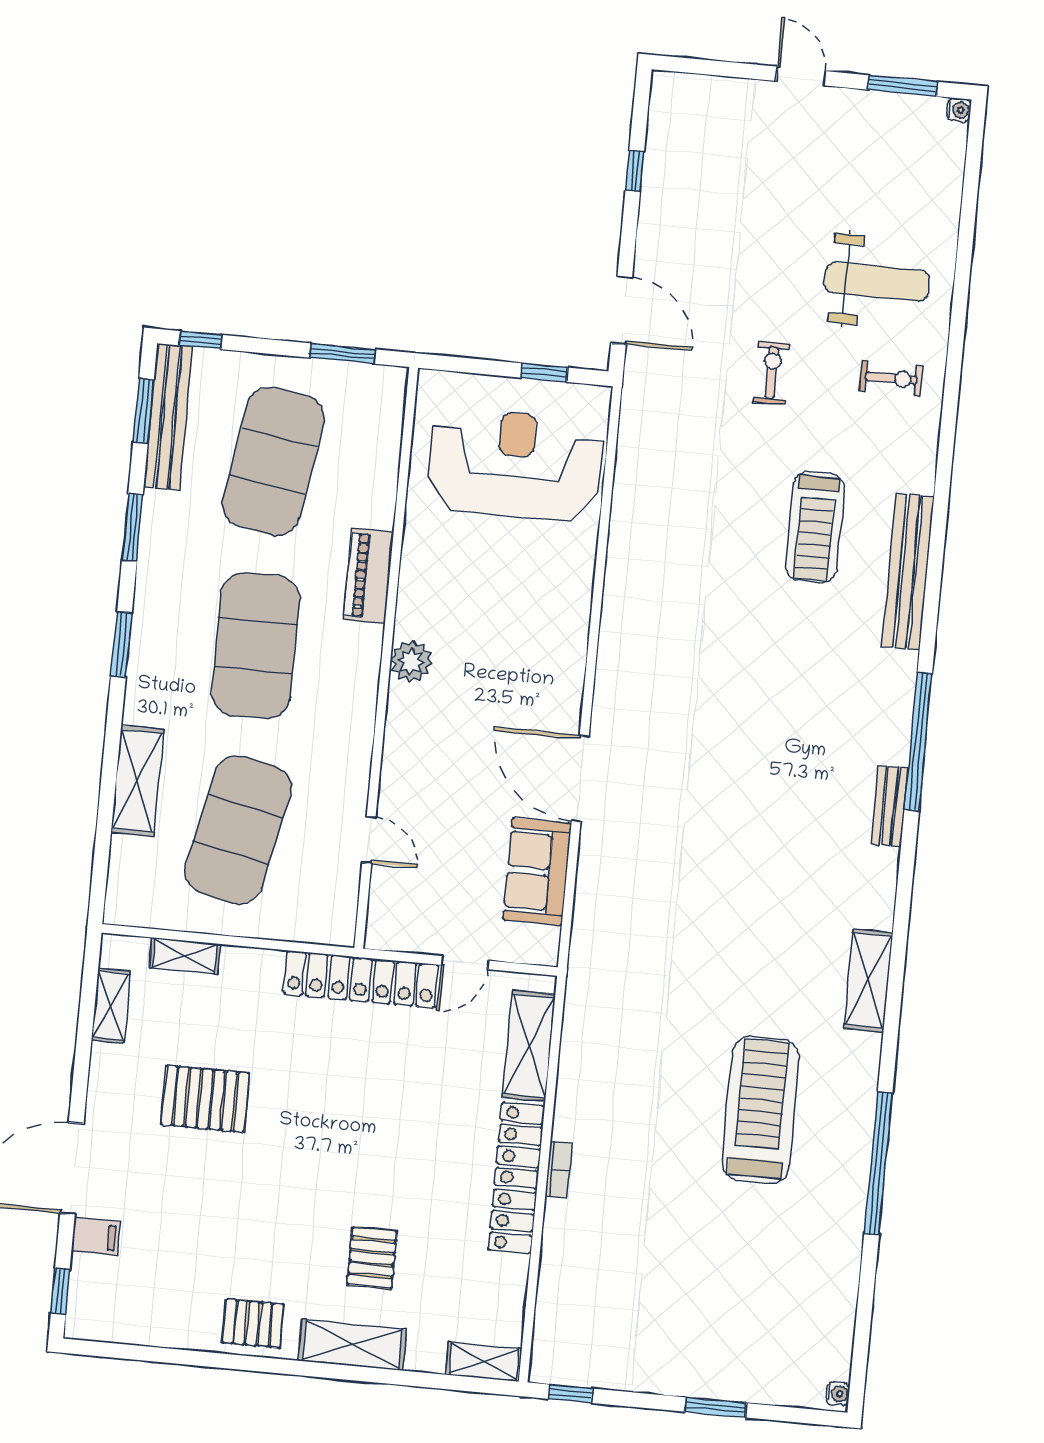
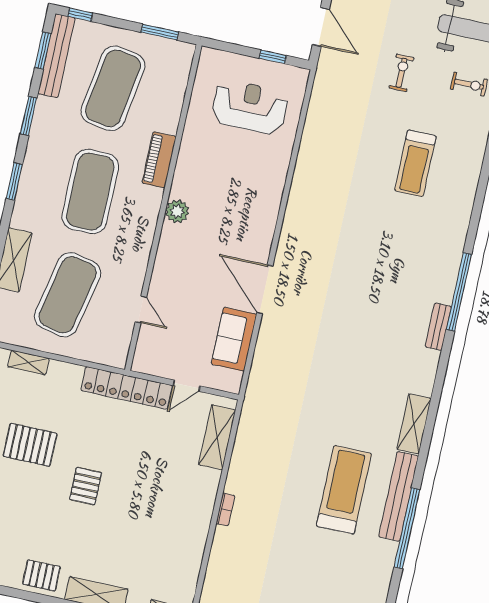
reception desk: (515, 464) -> (250, 107), width x0.74, depth x0.77
bench: (908, 572) -> (399, 496), moved
locker: (517, 1178) -> (201, 511), removed
pallet: (372, 1258) -> (86, 486), moved

